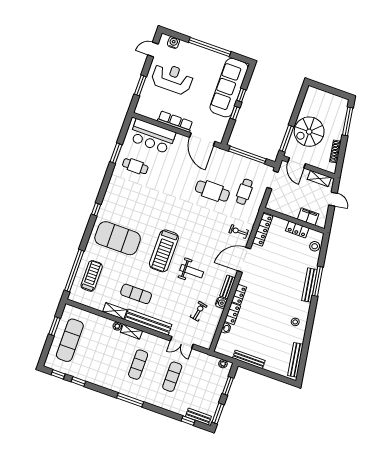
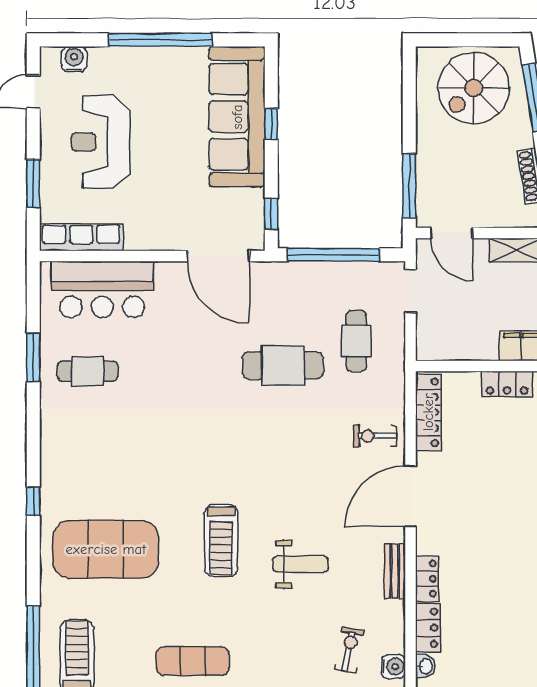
reception desk: (172, 78) -> (101, 142), turned -90
window: (235, 113) -> (271, 214), moved
row of seats: (175, 122) -> (81, 237), moved
spiral stairs: (309, 132) -> (474, 88), moved
treadmill: (164, 251) -> (221, 541), width x0.73, depth x0.73
water cooler: (221, 303) -> (393, 667), moved

